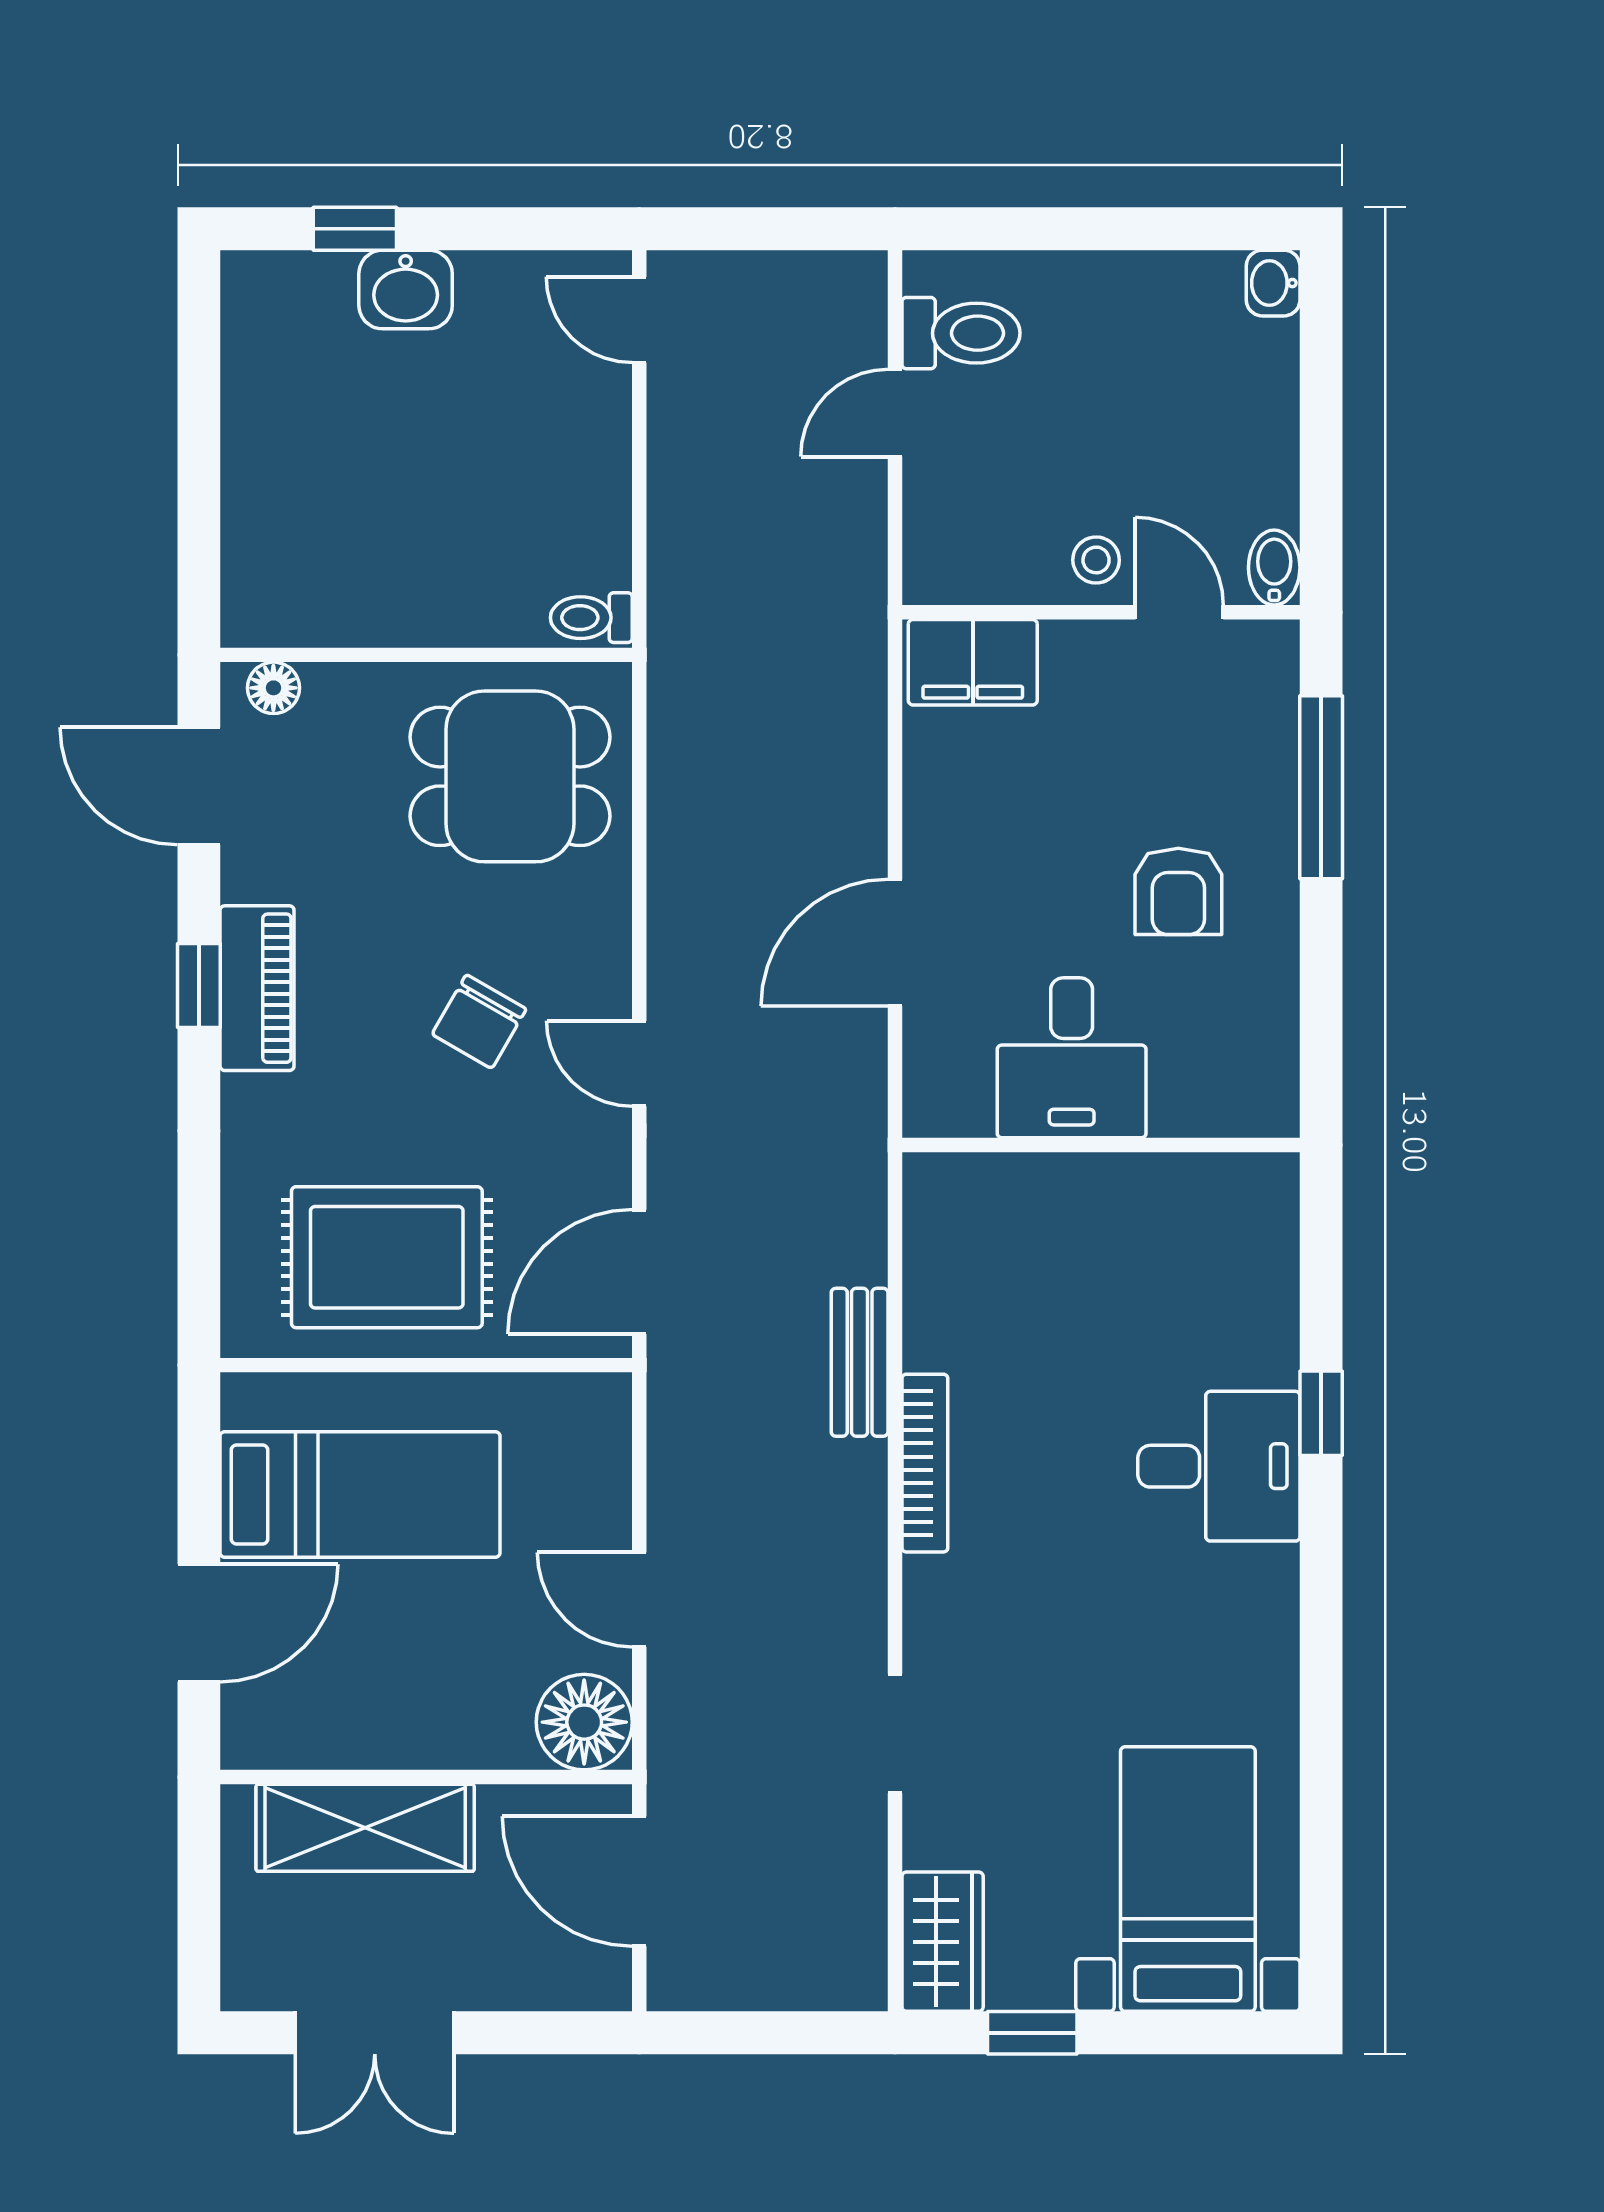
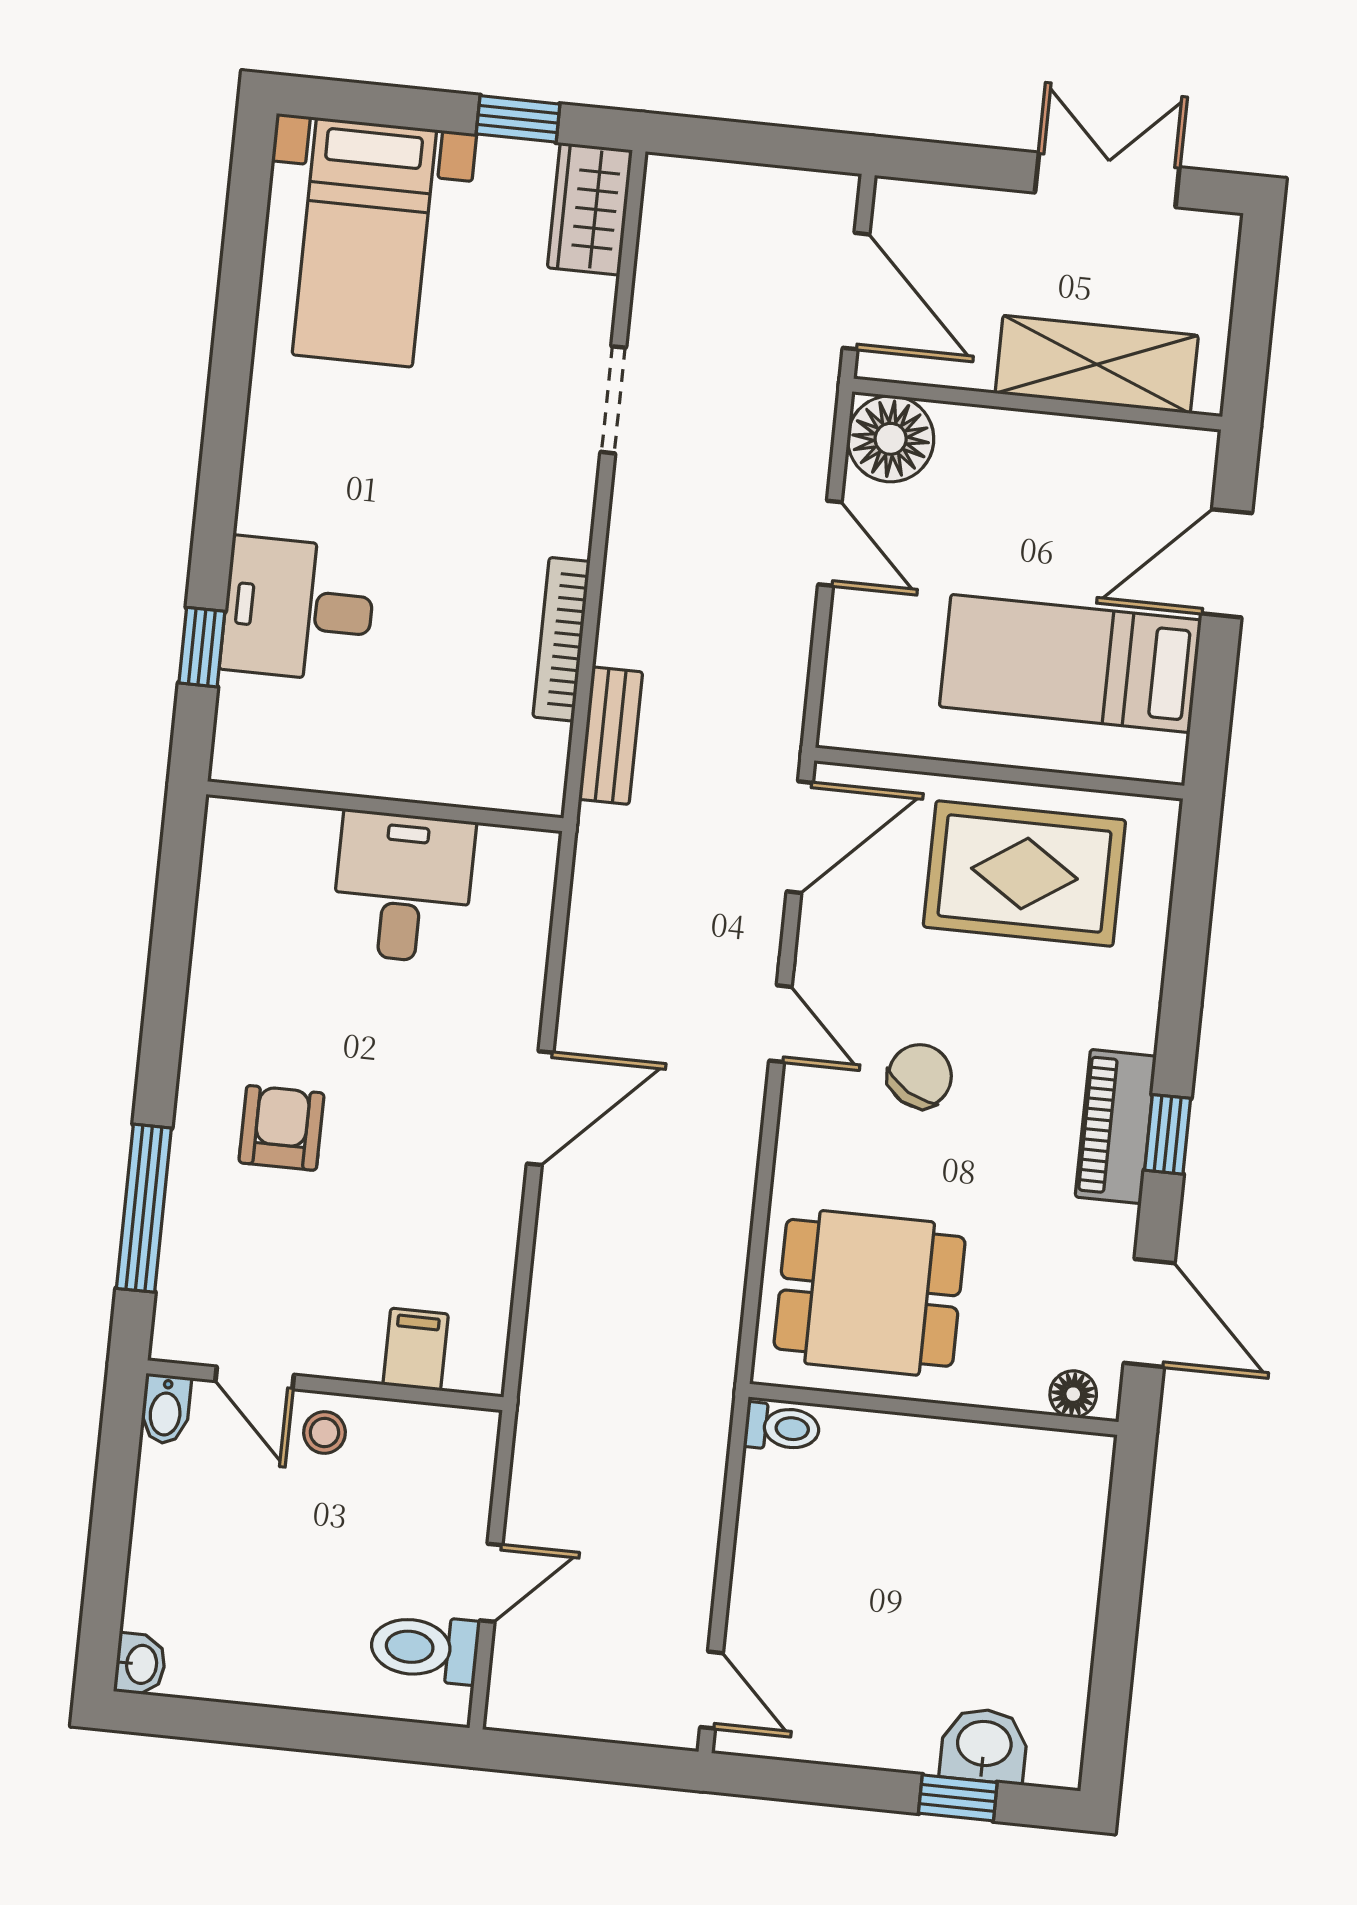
washbasin: (406, 289) -> (984, 1746), moved
filing cabinet: (973, 662) -> (416, 1349), width x0.50
desk: (1072, 1058) -> (403, 887), moved
wall: (1101, 1145) -> (385, 806), moved

